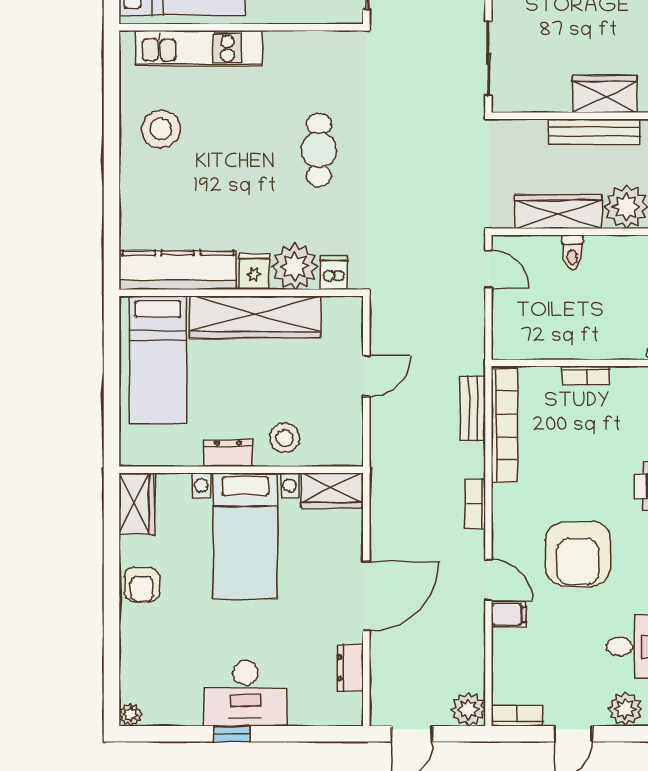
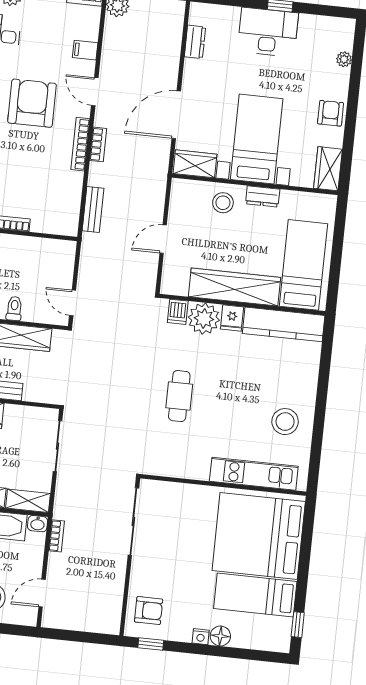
bookcase: (504, 425) -> (80, 144), moved, width x0.68, depth x0.76
door: (366, 596) -> (176, 115), moved
filing cabinet: (509, 614) -> (85, 50), moved
plant: (130, 715) -> (344, 59), moved

